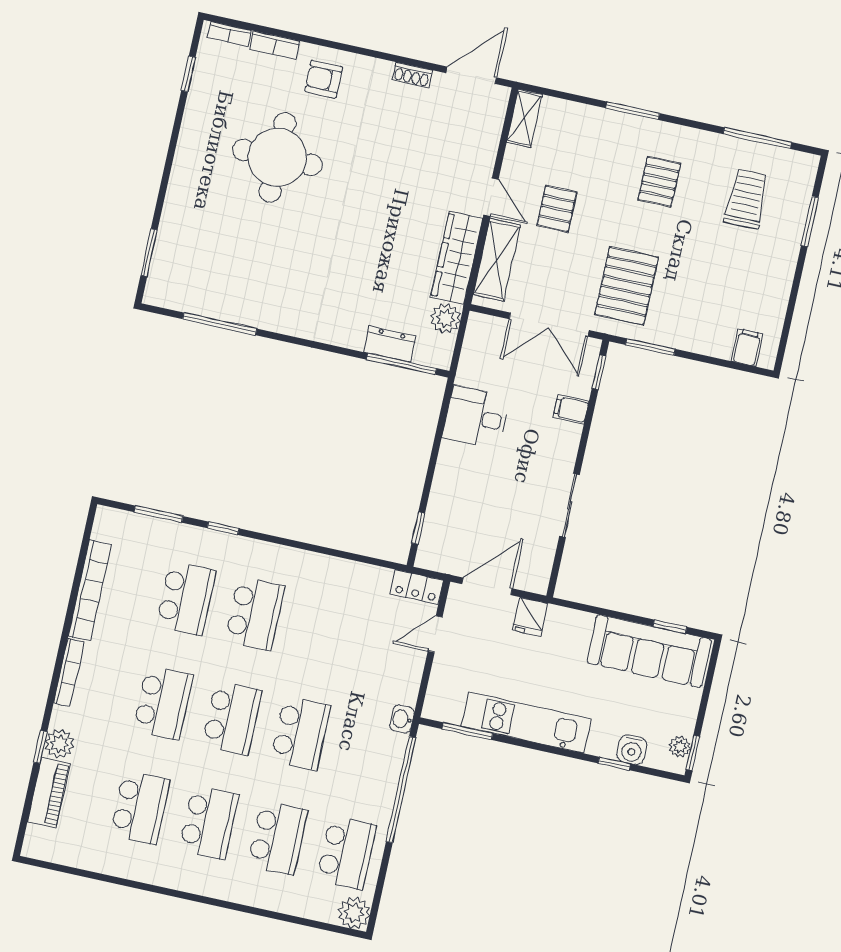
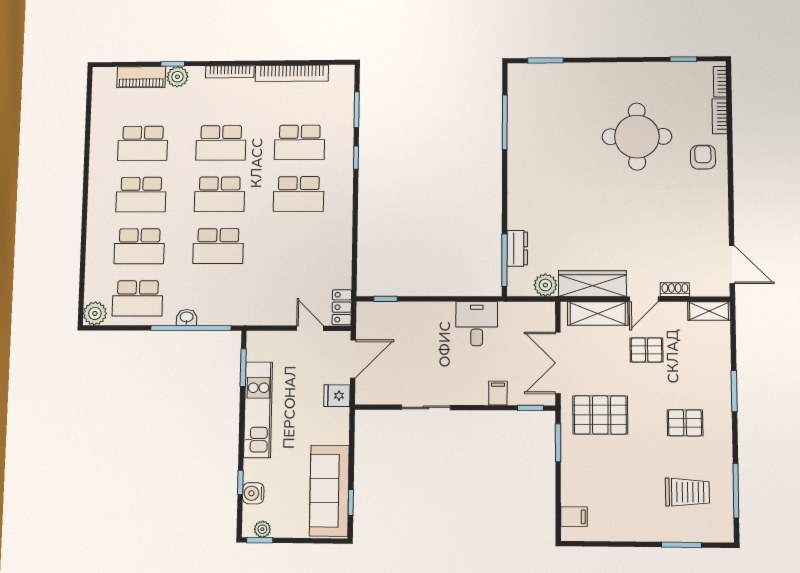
shoe rack: (412, 75) -> (675, 290), moved, turned 90
door: (487, 586) -> (353, 359), hinge flipped
washbasin: (402, 719) -> (187, 317), moved

